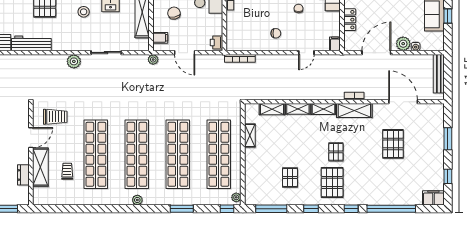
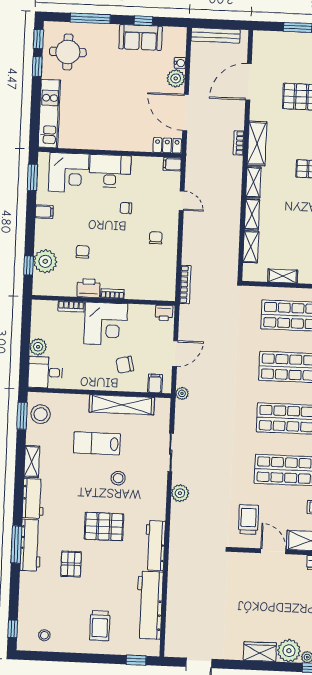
locker: (350, 20) -> (167, 145), moved

